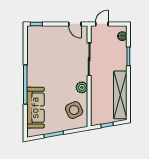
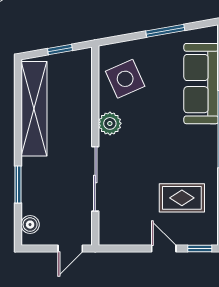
door: (75, 24) -> (164, 249), moved
rug: (45, 50) -> (182, 198), added

